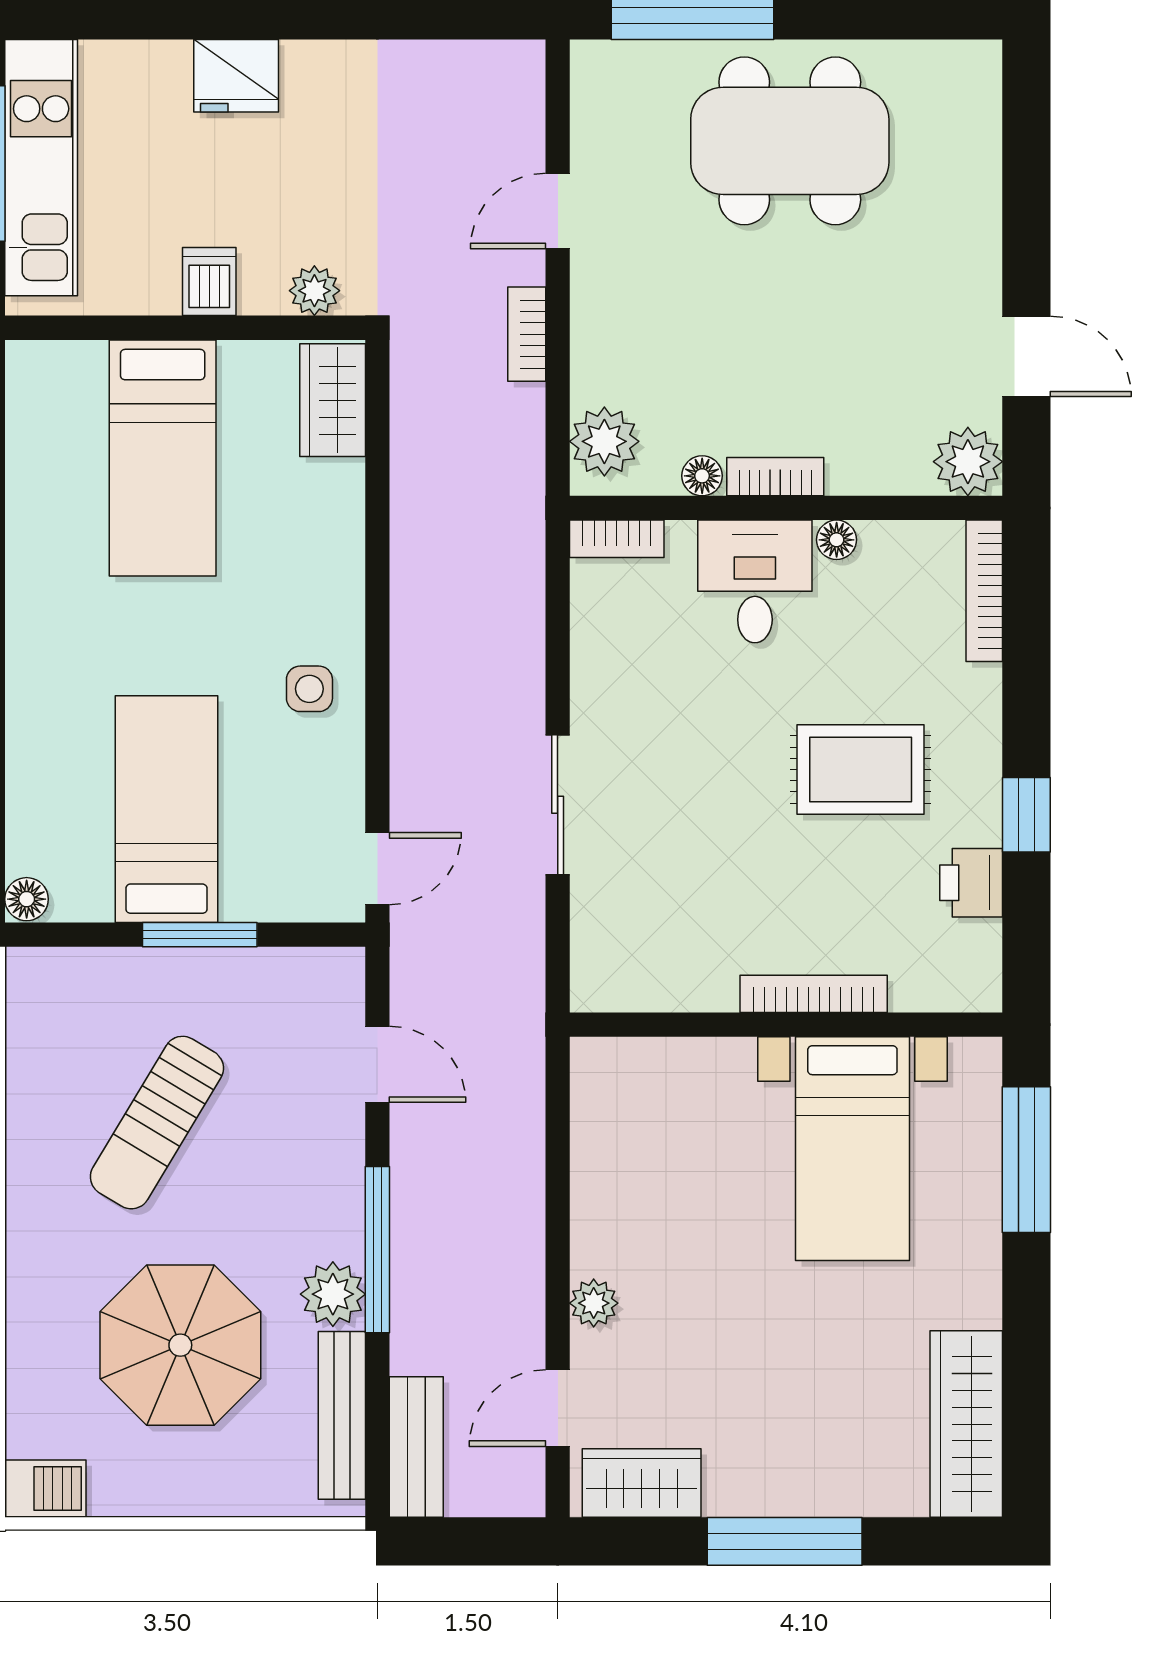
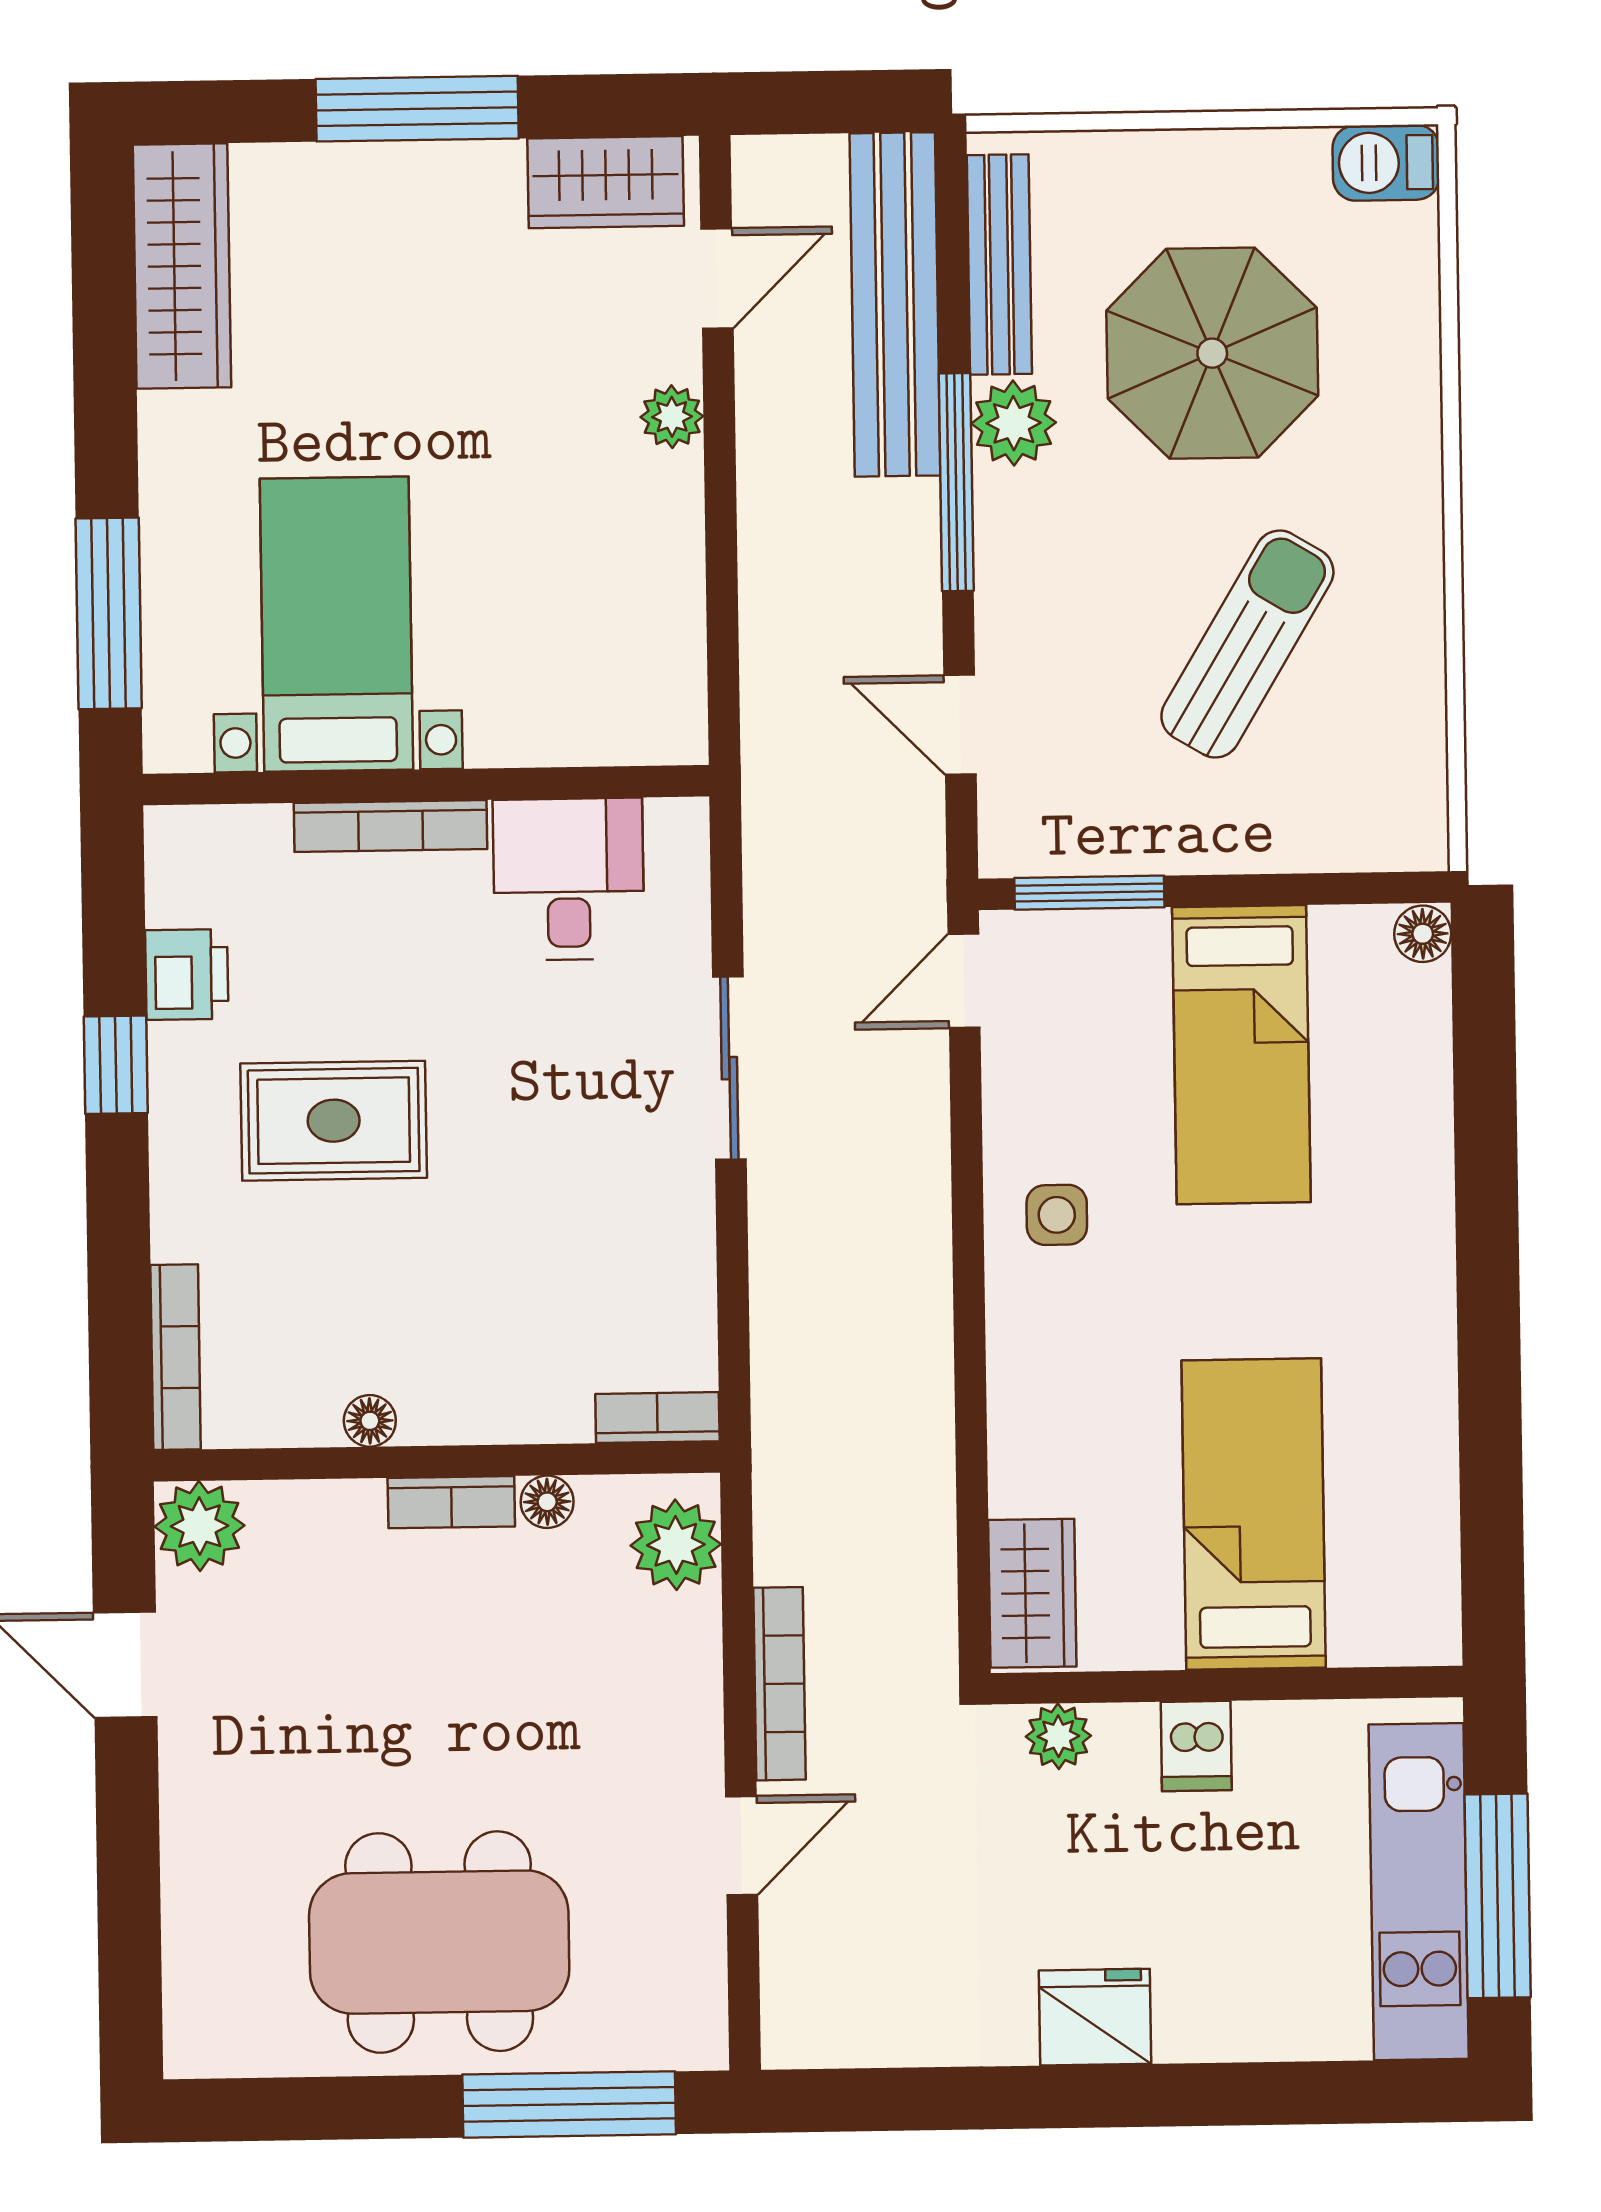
fridge: (236, 76) -> (1095, 2017), moved
bookcase: (527, 334) -> (779, 1684), width x1.56
desk: (755, 581) -> (568, 879), moved, turned 180
window: (200, 935) -> (1089, 893), moved
bench: (416, 1447) -> (895, 304), width x1.86, depth x1.21

